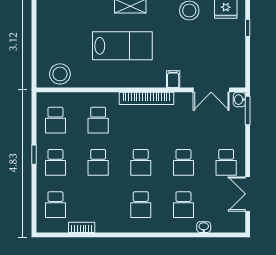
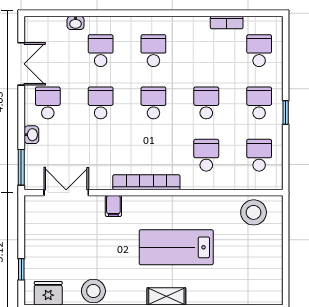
washbasin: (239, 100) -> (31, 135), moved

